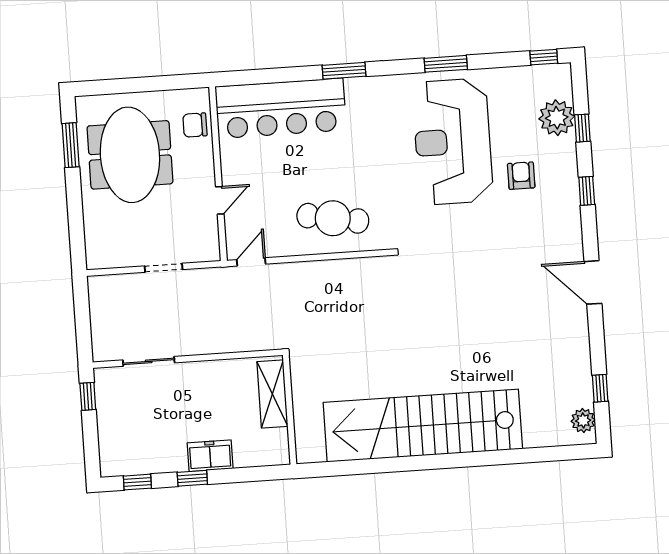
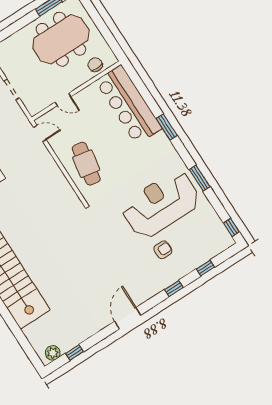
plant: (557, 118) -> (203, 252), removed

